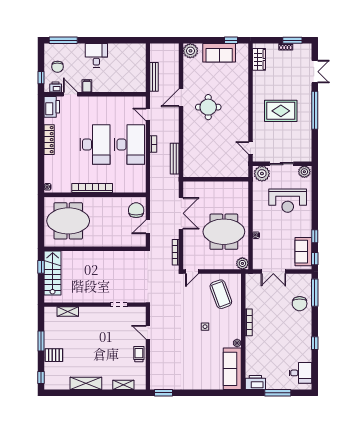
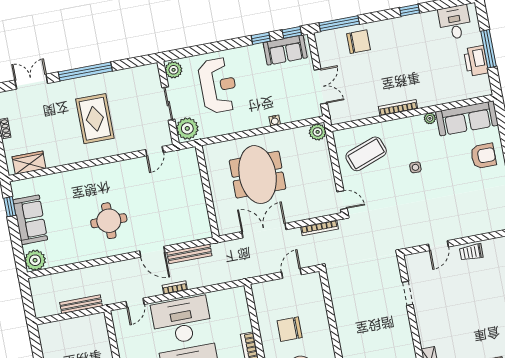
door: (181, 98) -> (152, 252), moved
chair: (136, 210) -> (290, 329), moved
door: (148, 227) -> (291, 273), swing flipped
meeting table: (224, 232) -> (258, 175), moved
armchair: (204, 375) -> (483, 156), added
printer: (255, 382) -> (476, 61), moved

